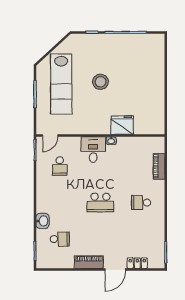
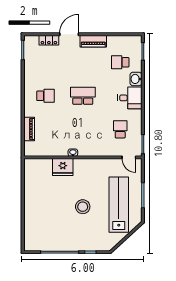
door: (50, 135) -> (129, 157), swing flipped
desk: (93, 150) -> (130, 98), moved, turned -90

